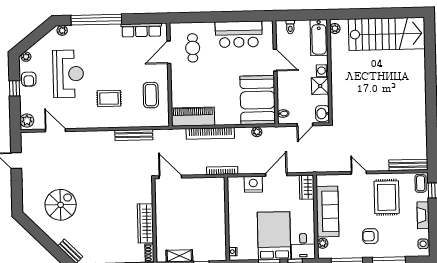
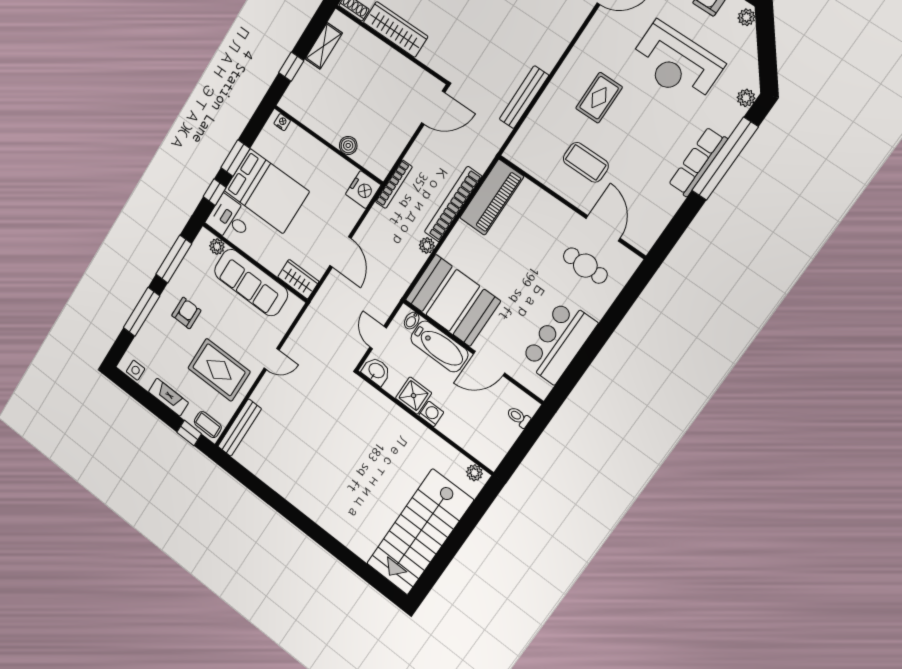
row of seats: (141, 30) -> (698, 162), moved
bathtub: (319, 38) -> (439, 346), moved, turned 180
coffee table: (151, 95) -> (586, 162), moved
plant: (257, 132) -> (427, 246), moved
nightstand: (253, 184) -> (363, 190), moved
boiler: (220, 208) -> (348, 145), added

